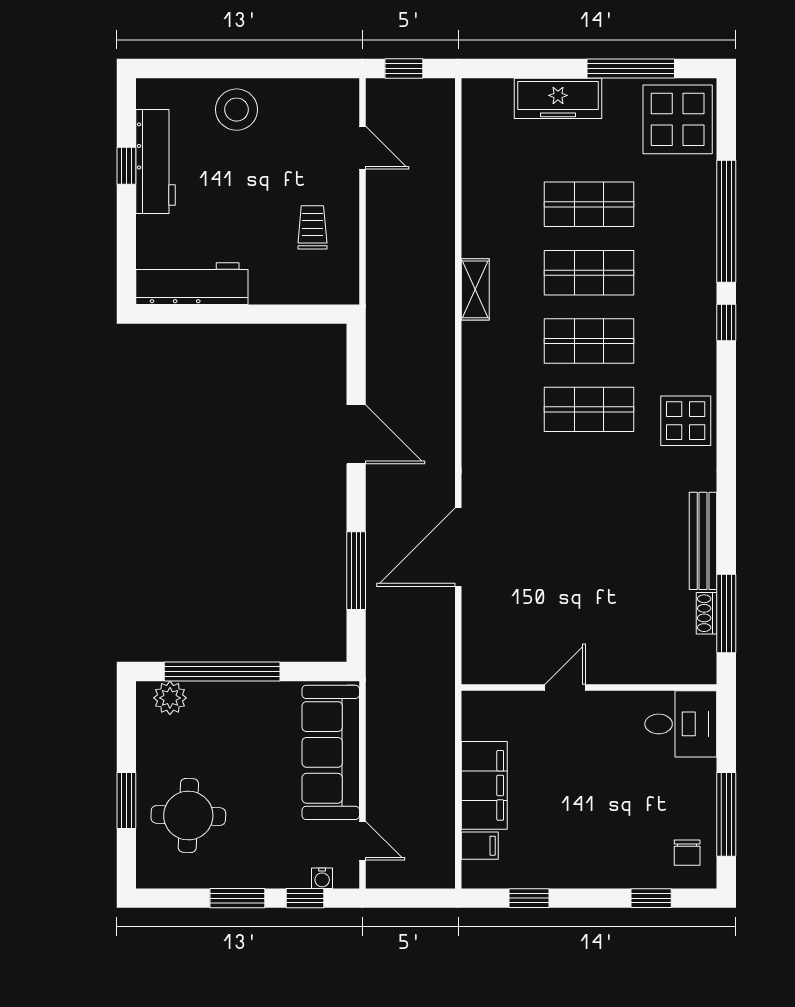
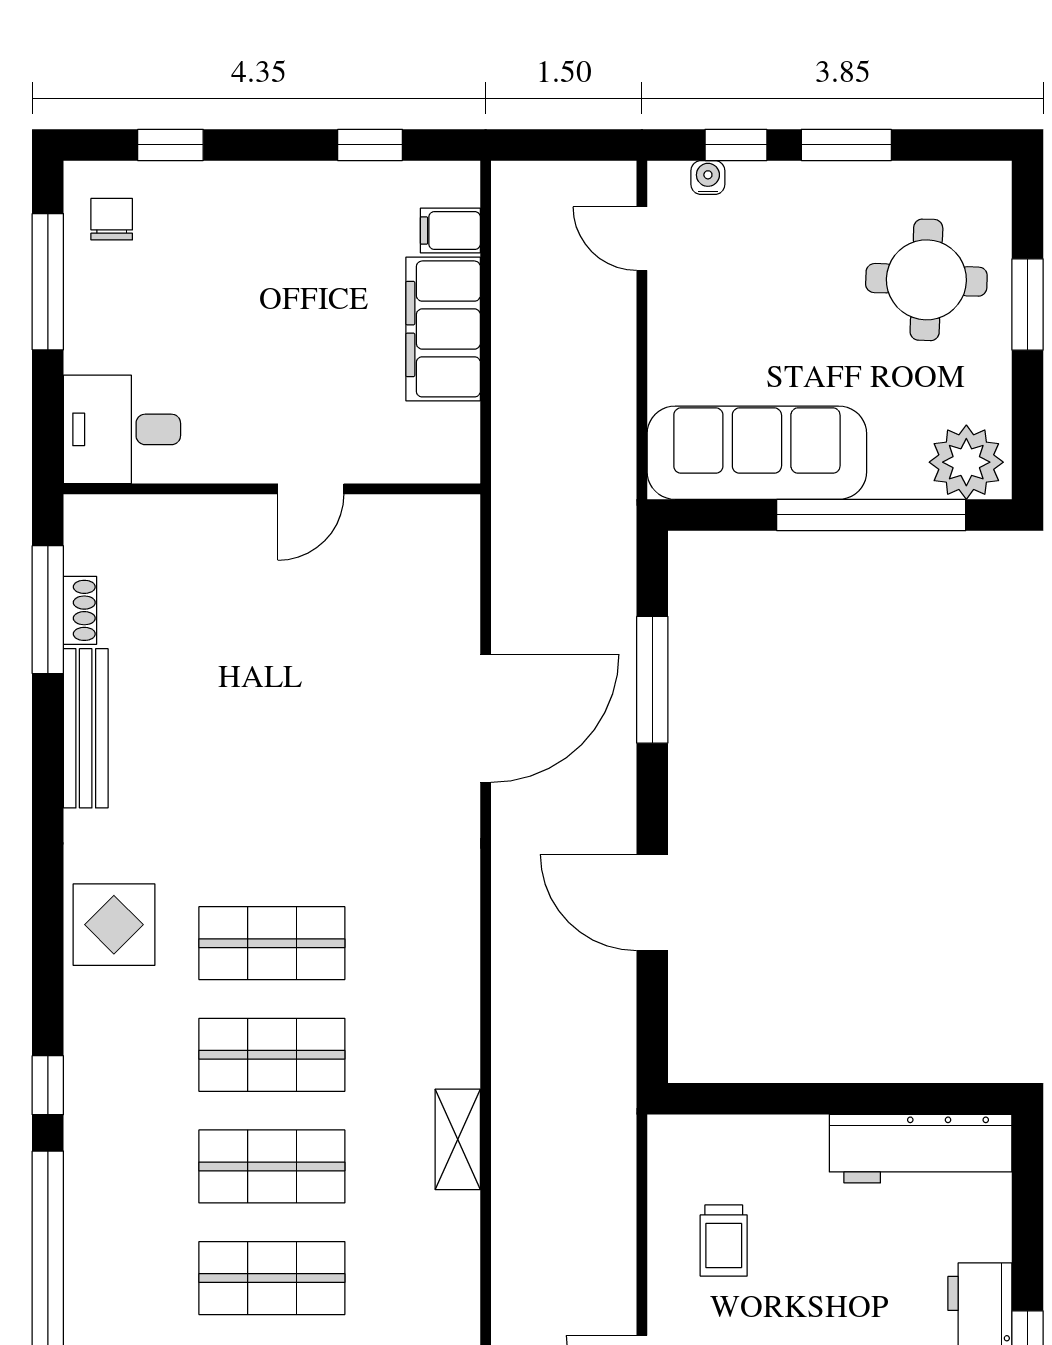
plant: (170, 698) -> (966, 462), width x1.36, depth x1.36
sofa: (331, 752) -> (757, 453), moved, turned -90

